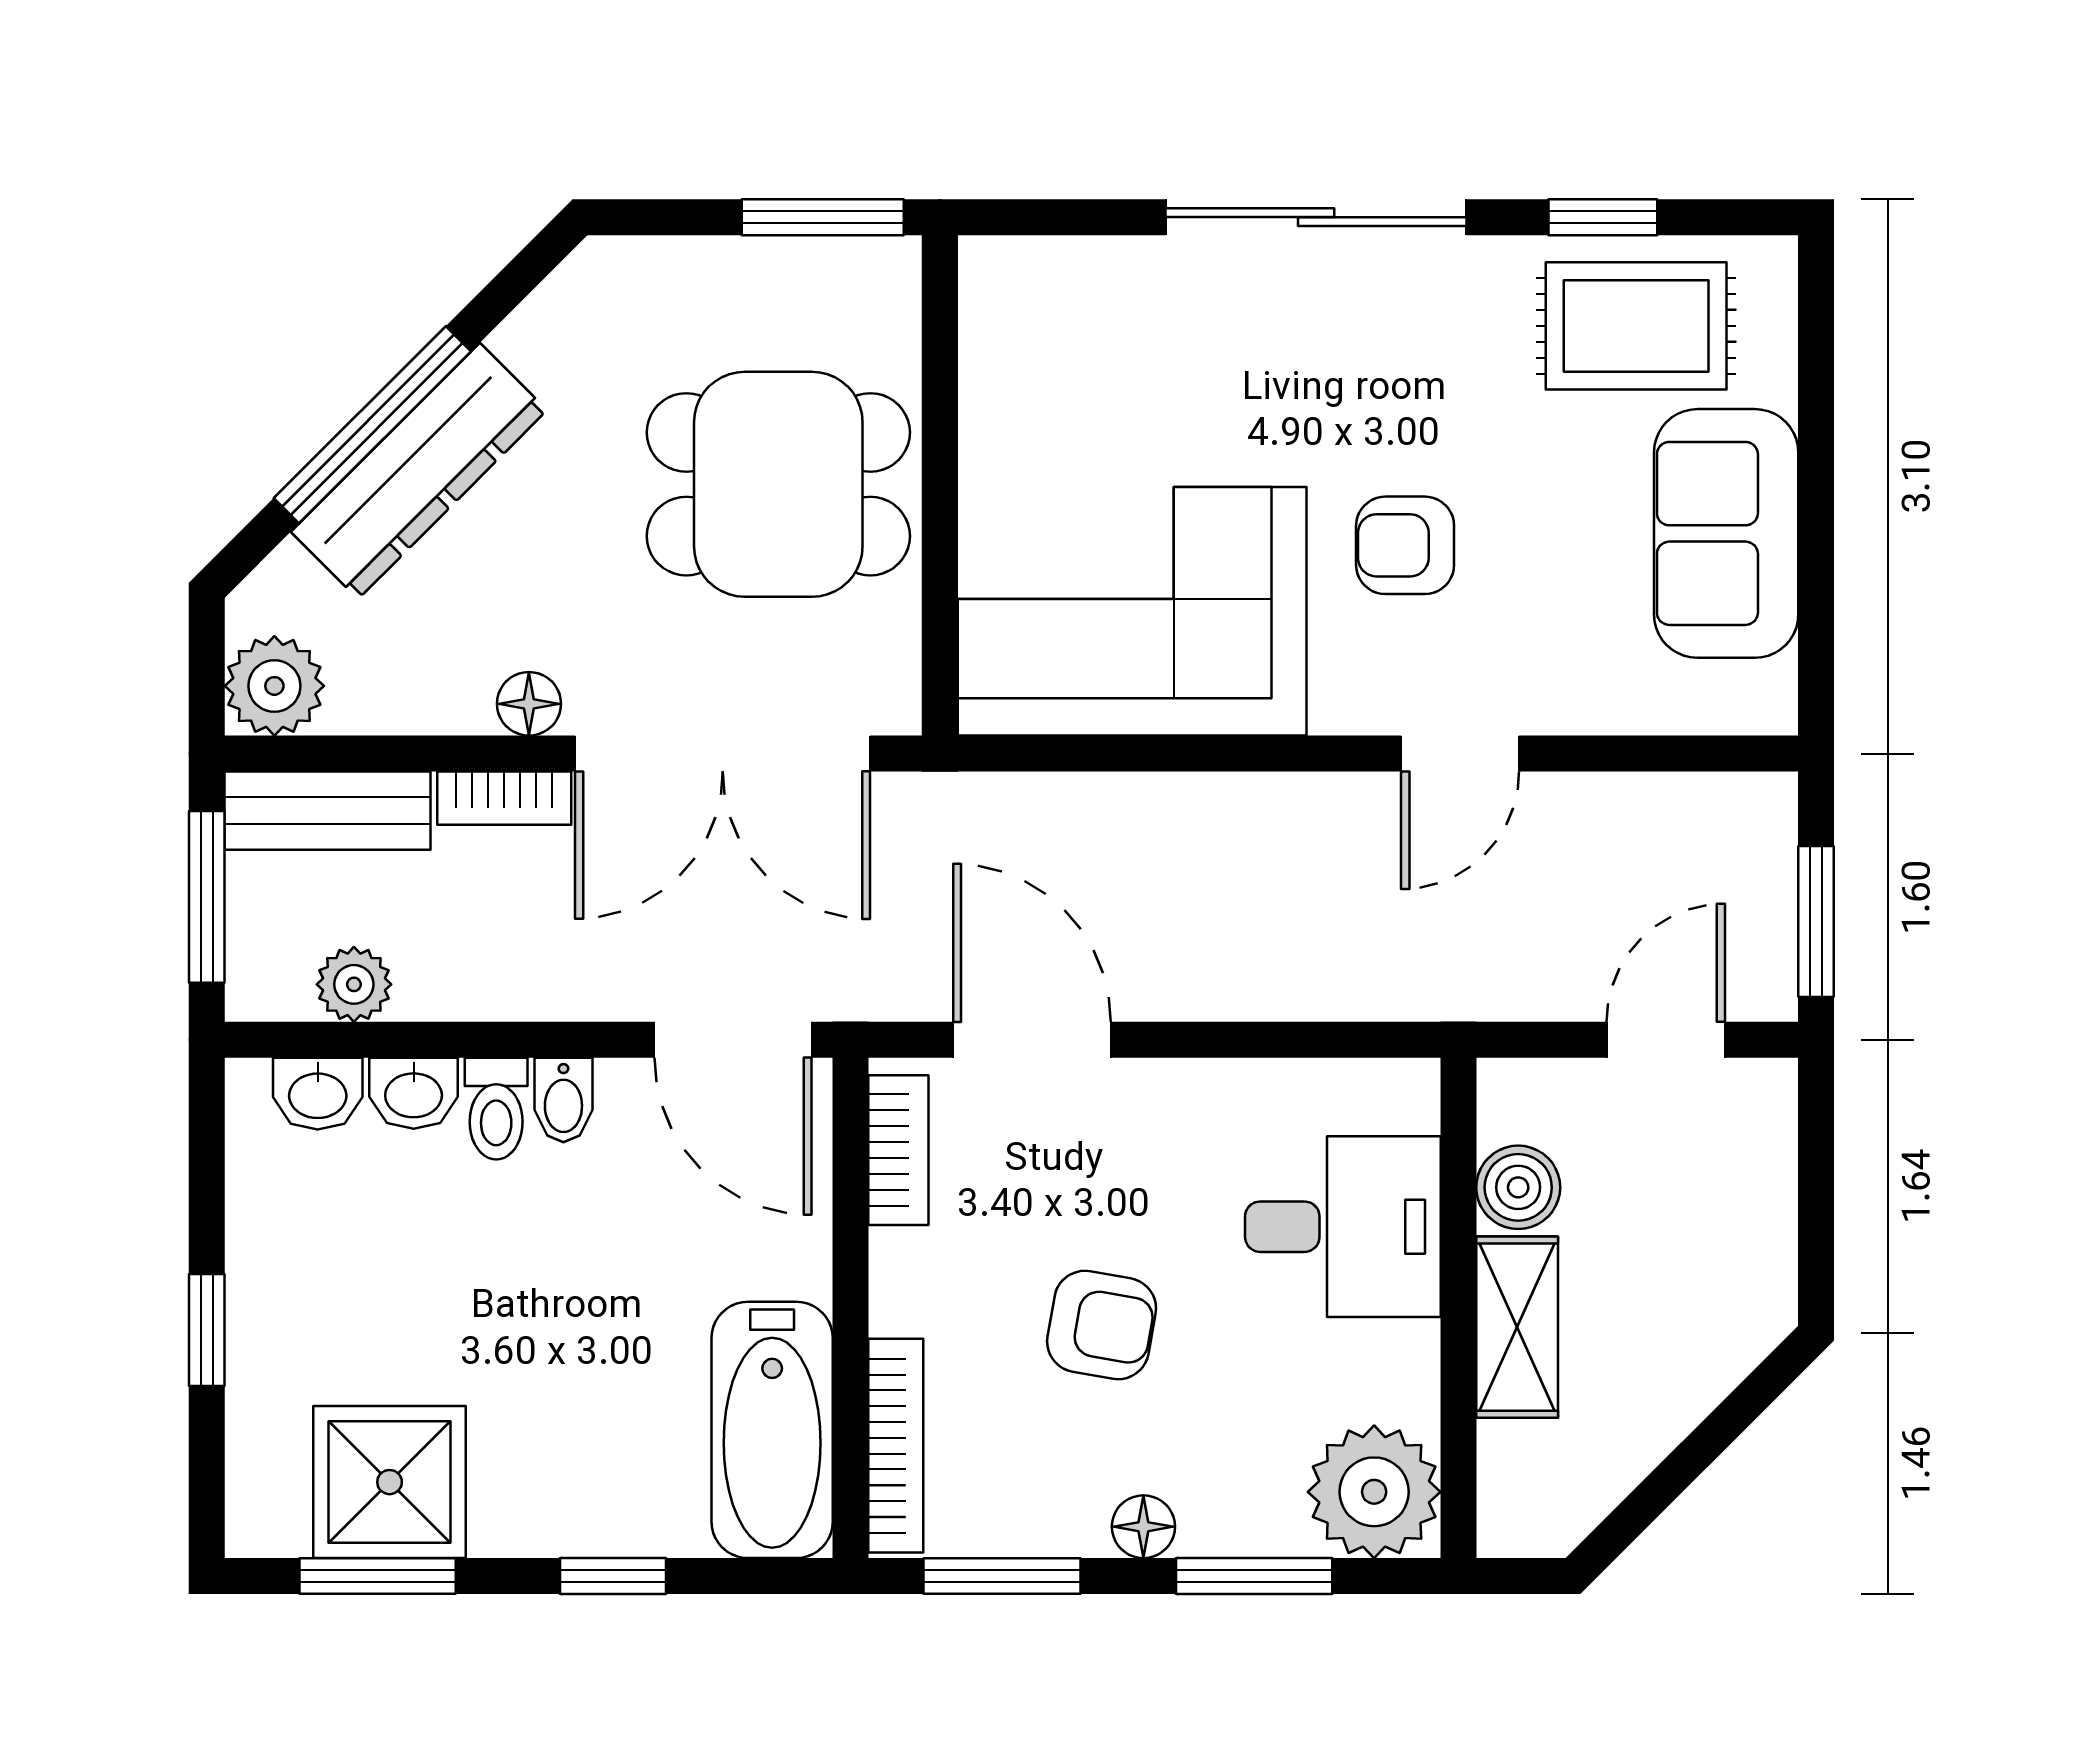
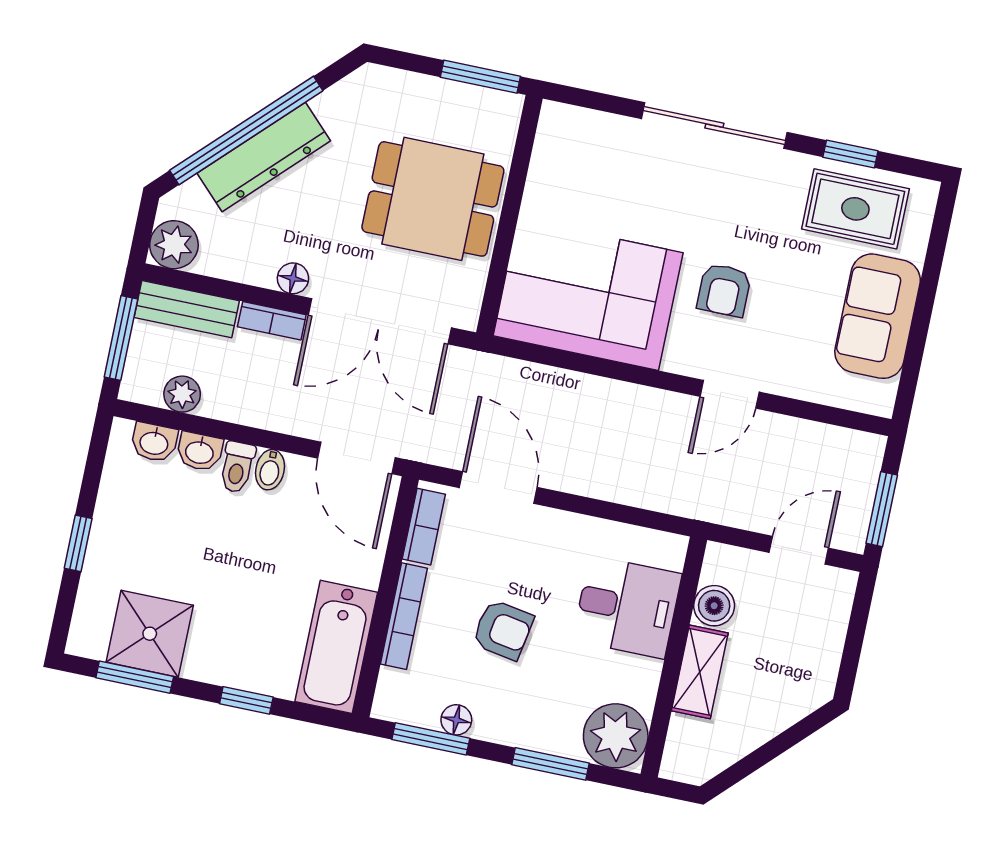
window: (372, 425) -> (246, 131), width x1.46
armchair: (1405, 545) -> (724, 290), turned -90
bookcase: (896, 1446) -> (404, 616), moved
floor lamp: (1143, 1527) -> (456, 720), moved

